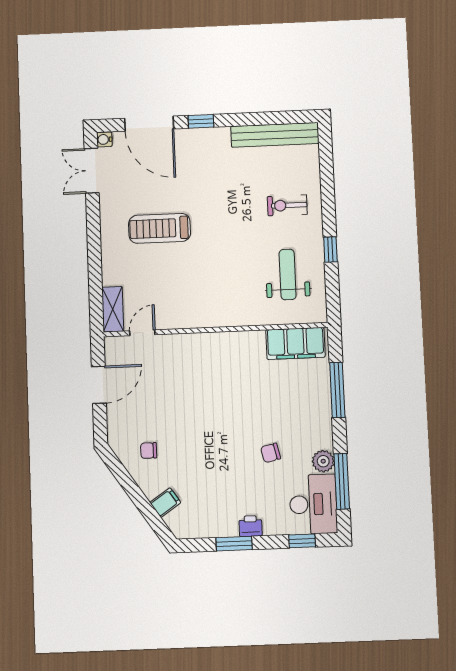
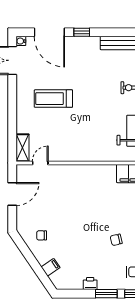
printer: (250, 526) -> (90, 284), moved
window: (234, 544) -> (106, 294), moved

